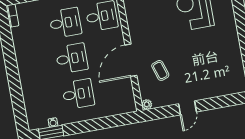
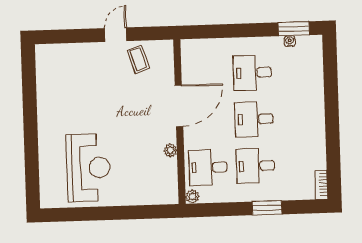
coffee table: (160, 70) -> (138, 59), moved
plant: (147, 104) -> (170, 150), moved

